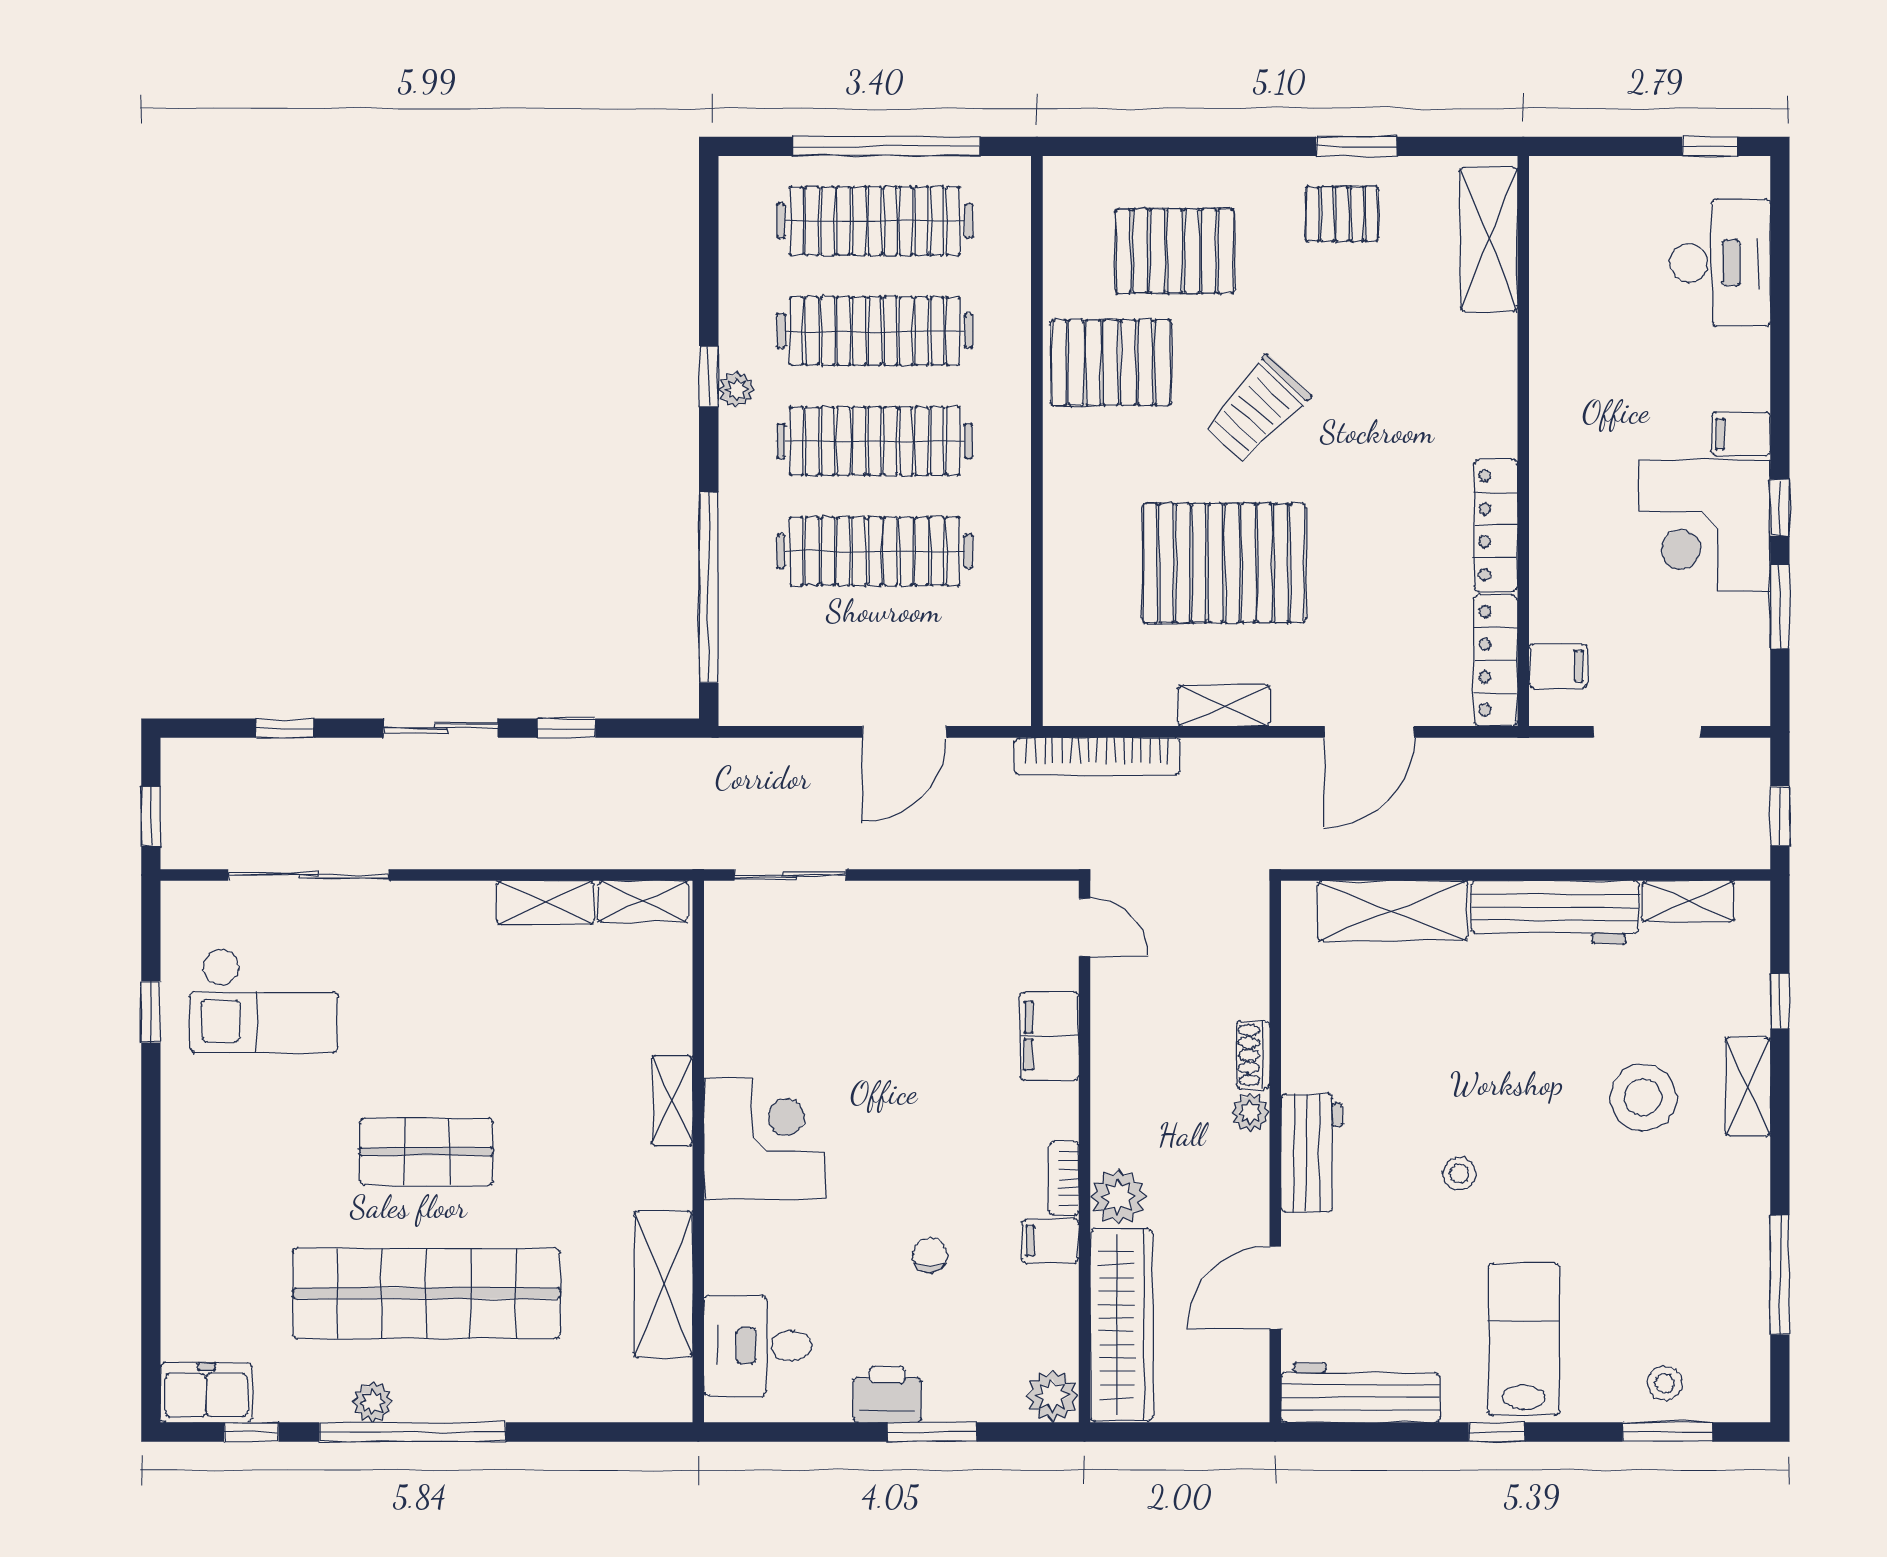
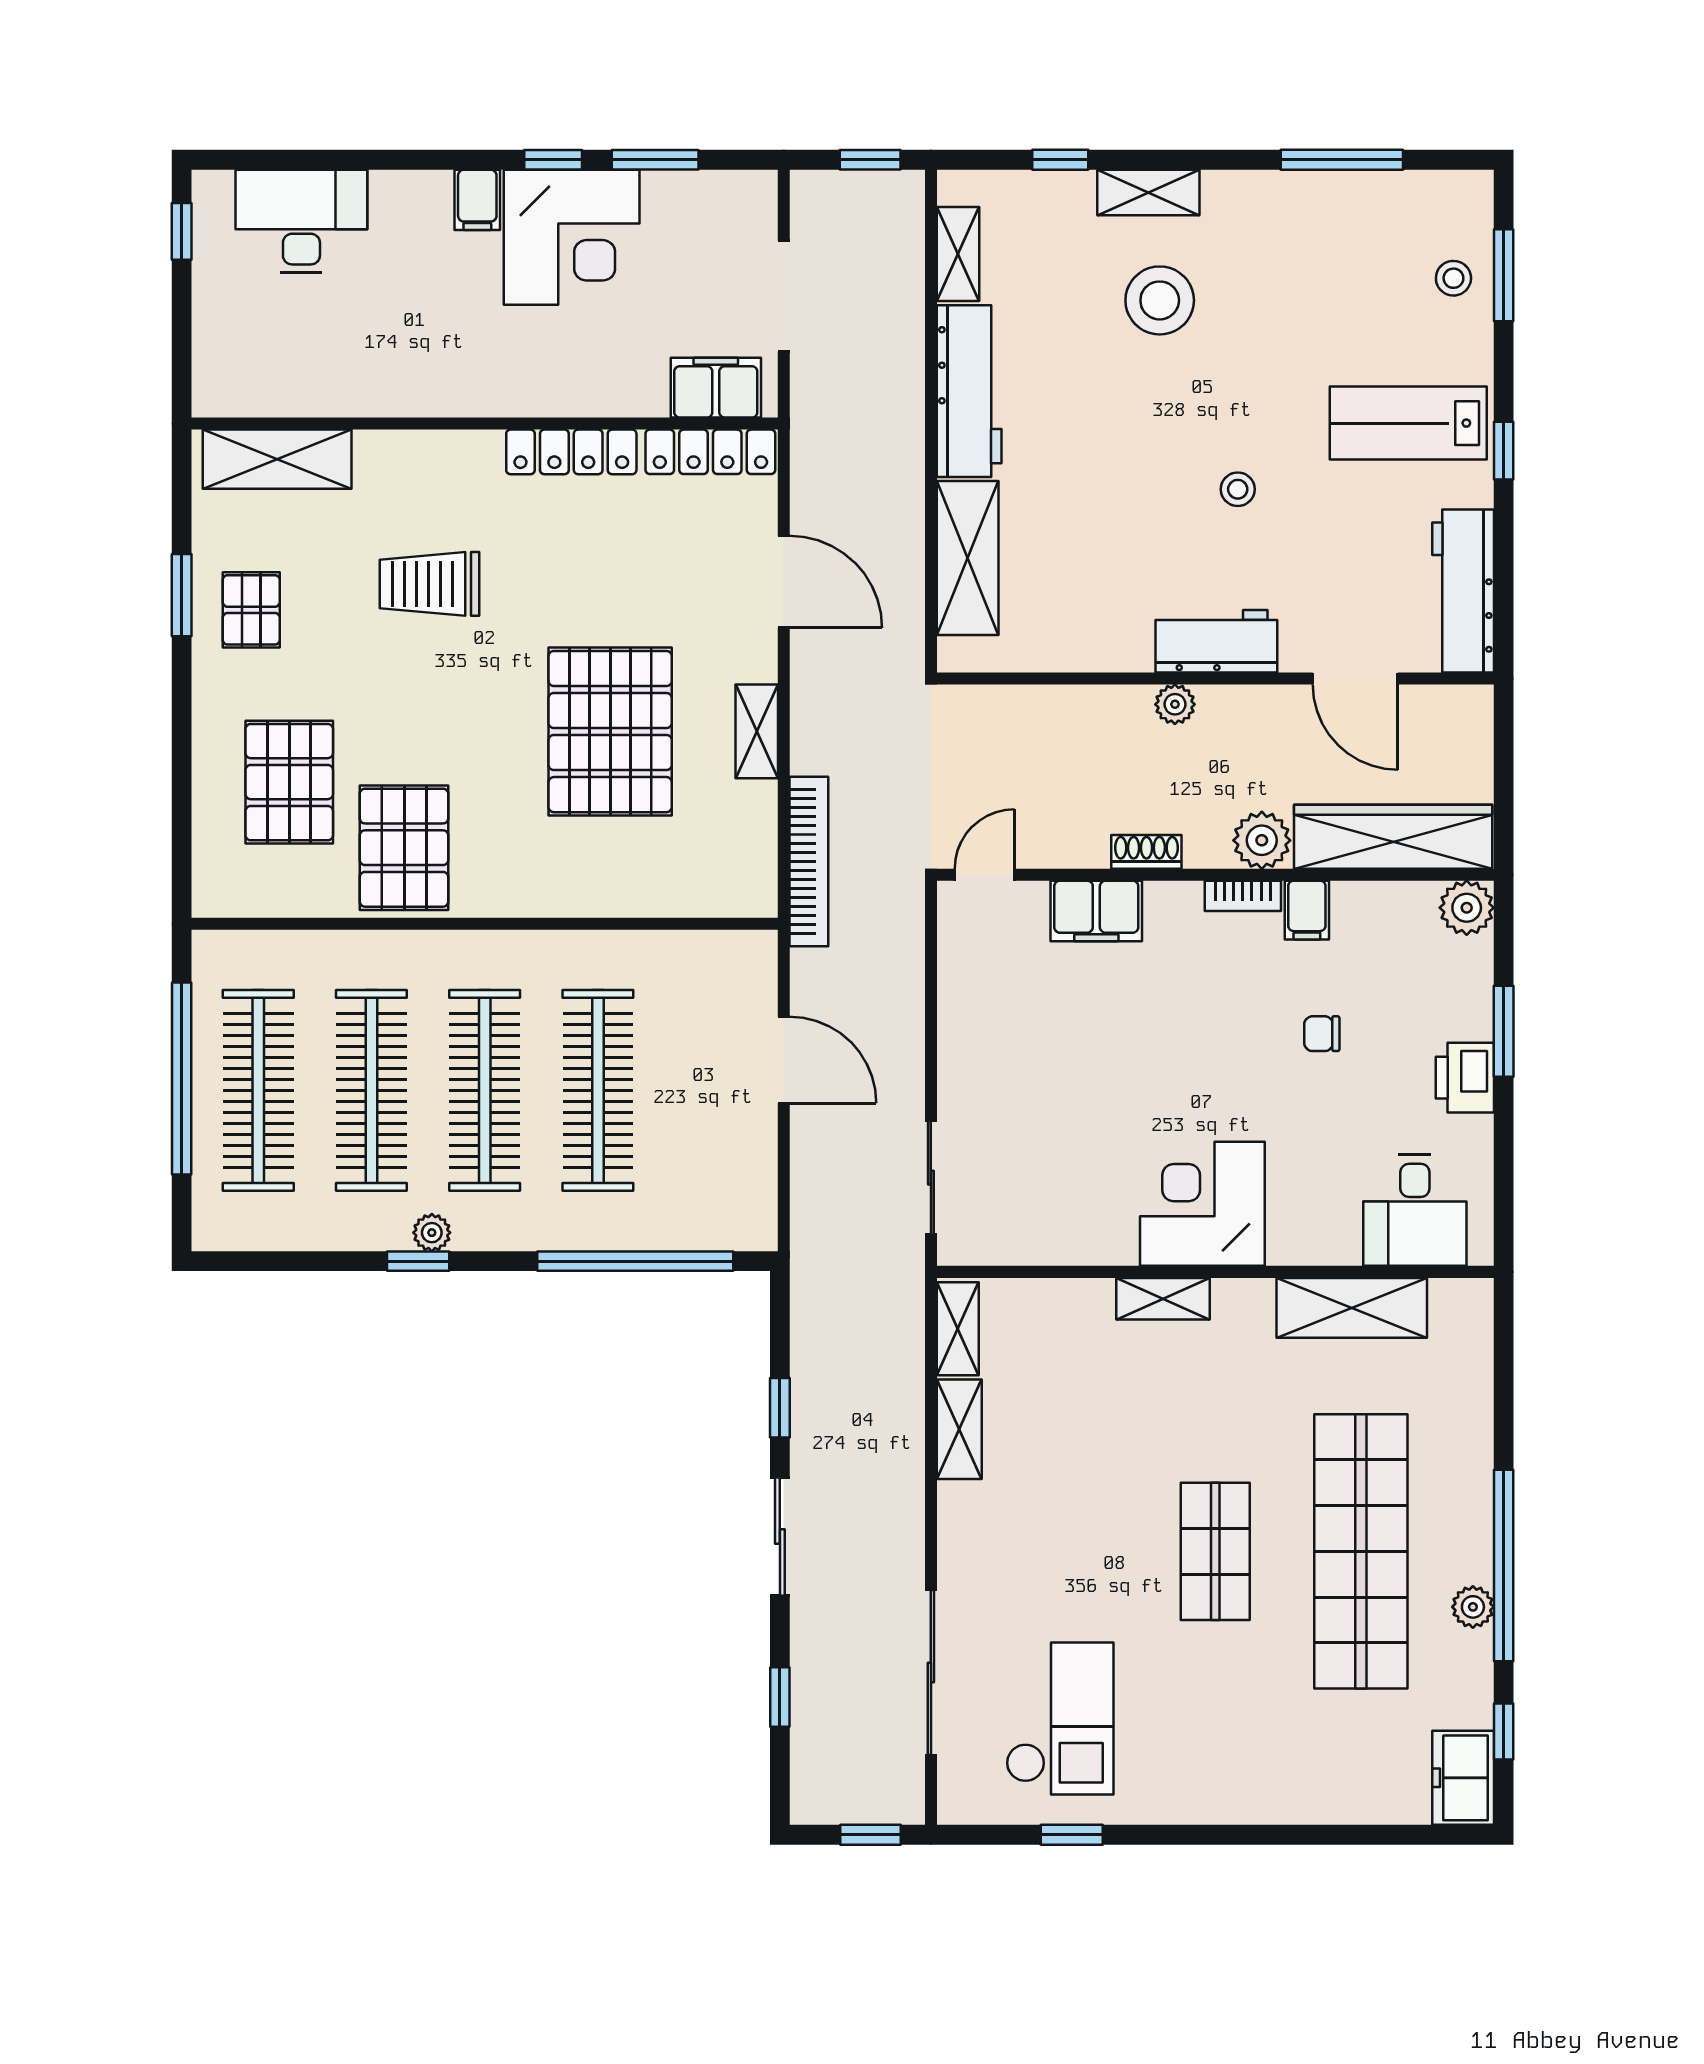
trolley: (1257, 410) -> (429, 584), moved, turned 137
filing cabinet: (1558, 666) -> (716, 388), width x2.00
shoe rack: (1253, 1055) -> (1146, 852), moved, turned 180

